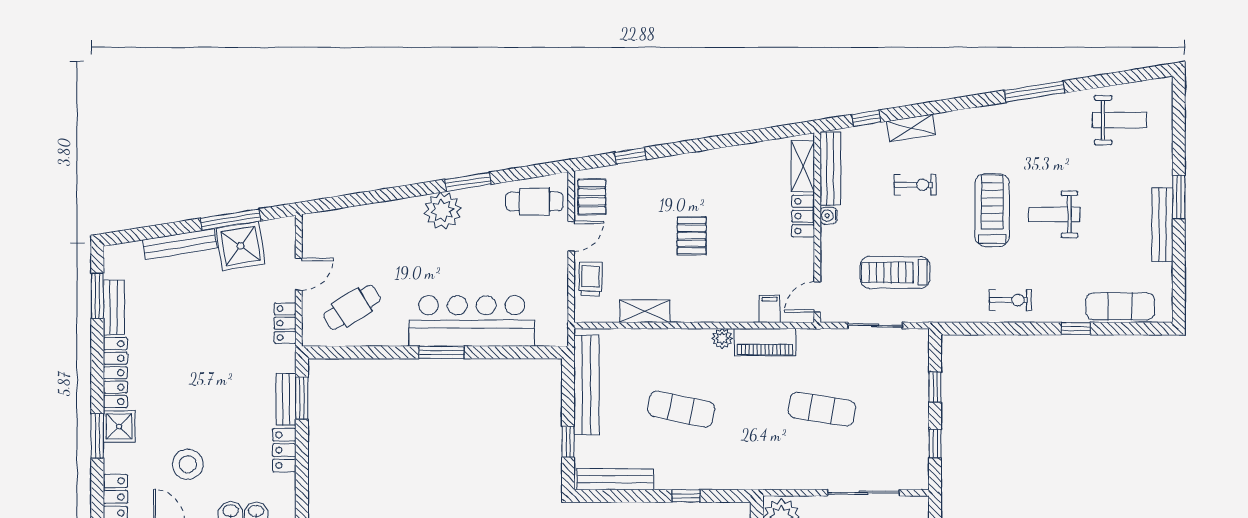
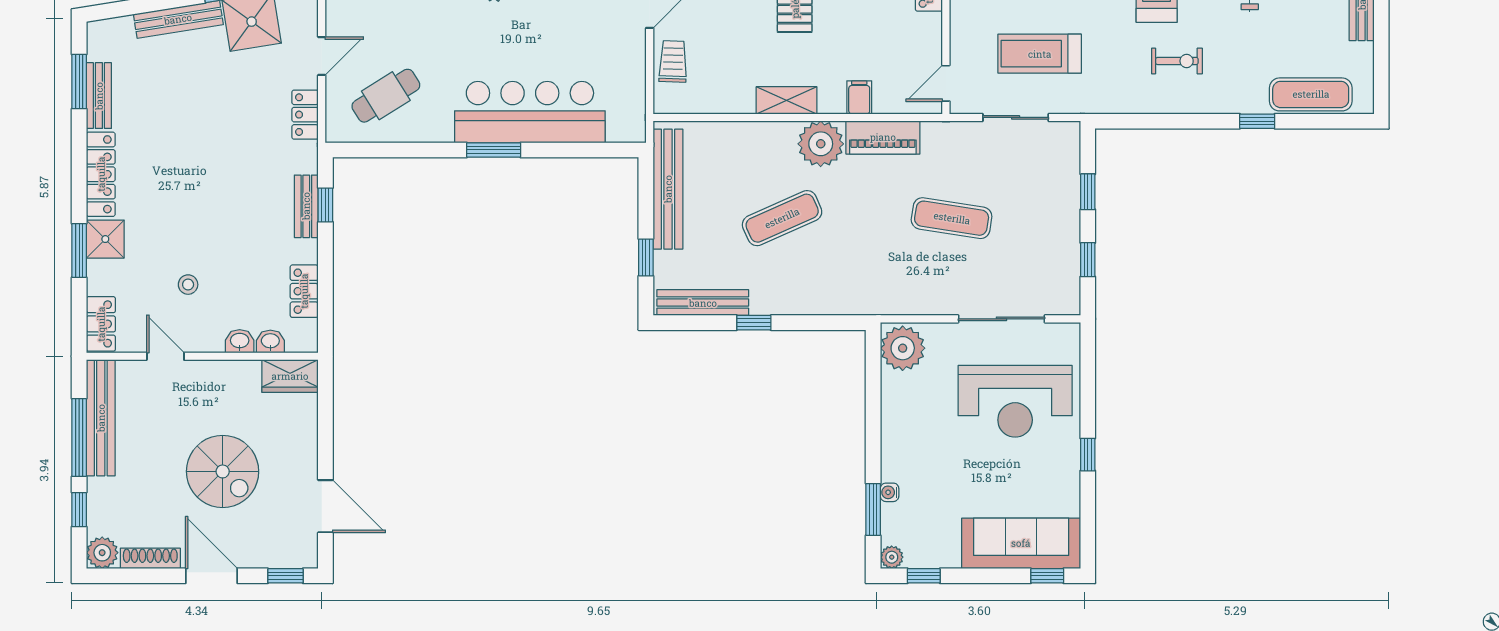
exercise bike: (1010, 300) -> (1177, 61), moved
filing cabinet: (770, 309) -> (859, 97), moved
shelving: (645, 311) -> (787, 100), moved
plant: (722, 338) -> (821, 144), width x1.88, depth x1.88
window: (302, 398) -> (325, 205), width x0.67
exercise mat: (681, 409) -> (782, 218), turned -36
locker: (284, 450) -> (304, 291), moved
stool: (188, 464) -> (188, 285), width x0.53, depth x0.53
window: (686, 496) -> (754, 323), moved

